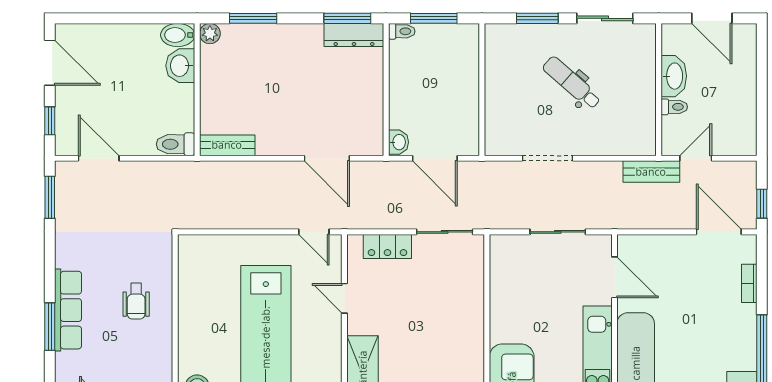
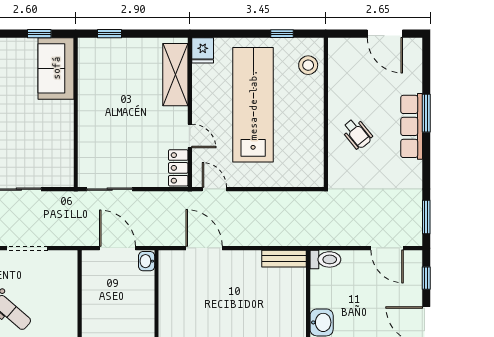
locker: (387, 247) -> (178, 168), moved, turned -90
wheelchair: (136, 301) -> (357, 134), turned 141

